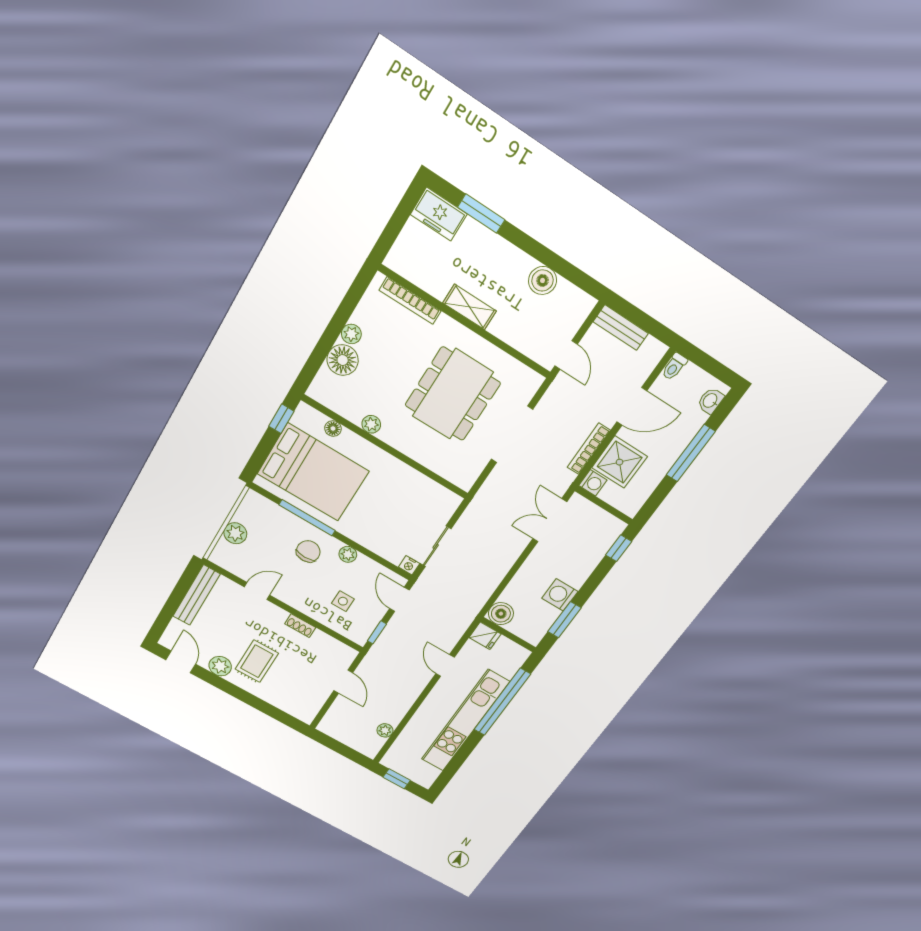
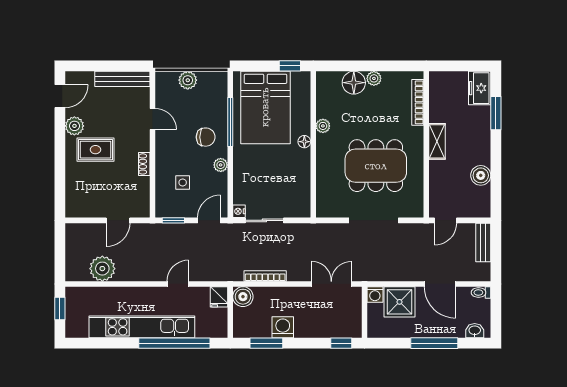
floor lamp: (333, 429) -> (304, 142), moved
bookcase: (589, 449) -> (265, 276), moved
plant: (385, 730) -> (102, 269), width x1.88, depth x1.88

